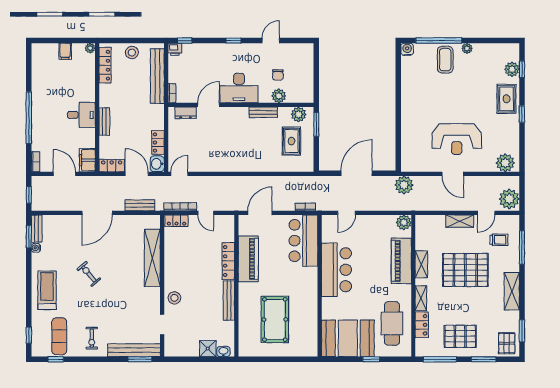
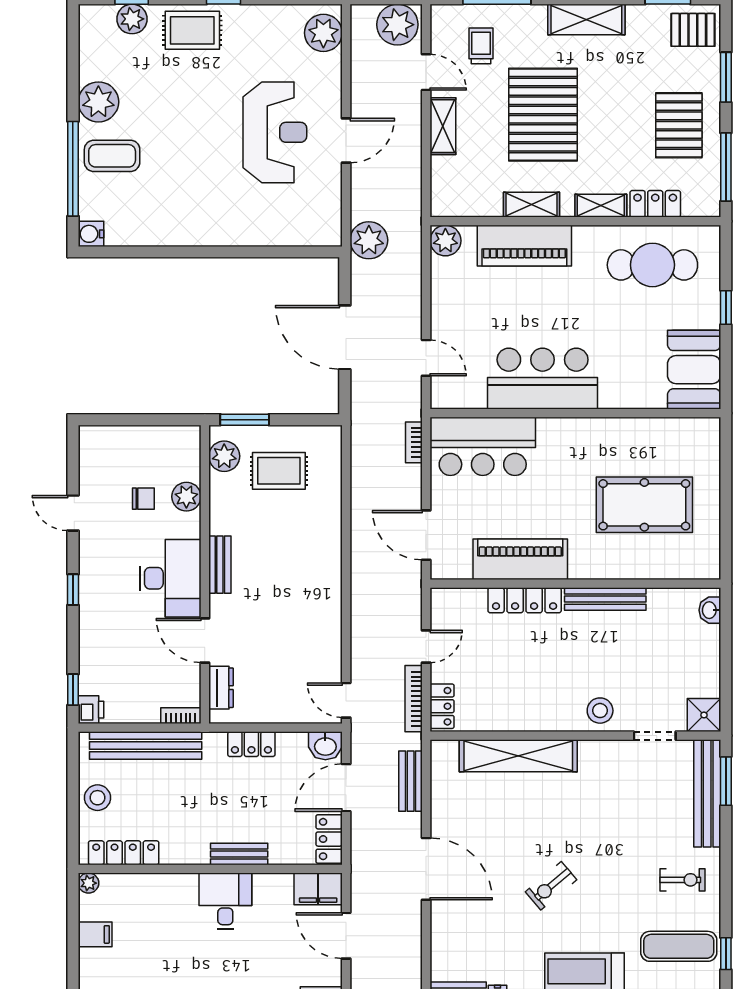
plant: (467, 48) -> (98, 102), width x1.88, depth x1.88
bench: (263, 112) -> (220, 565), moved
locker: (158, 143) -> (251, 744), moved
door: (65, 174) -> (346, 936), hinge flipped
booth: (348, 338) -> (694, 370), width x0.73, depth x0.70
shower: (208, 349) -> (704, 715), moved

